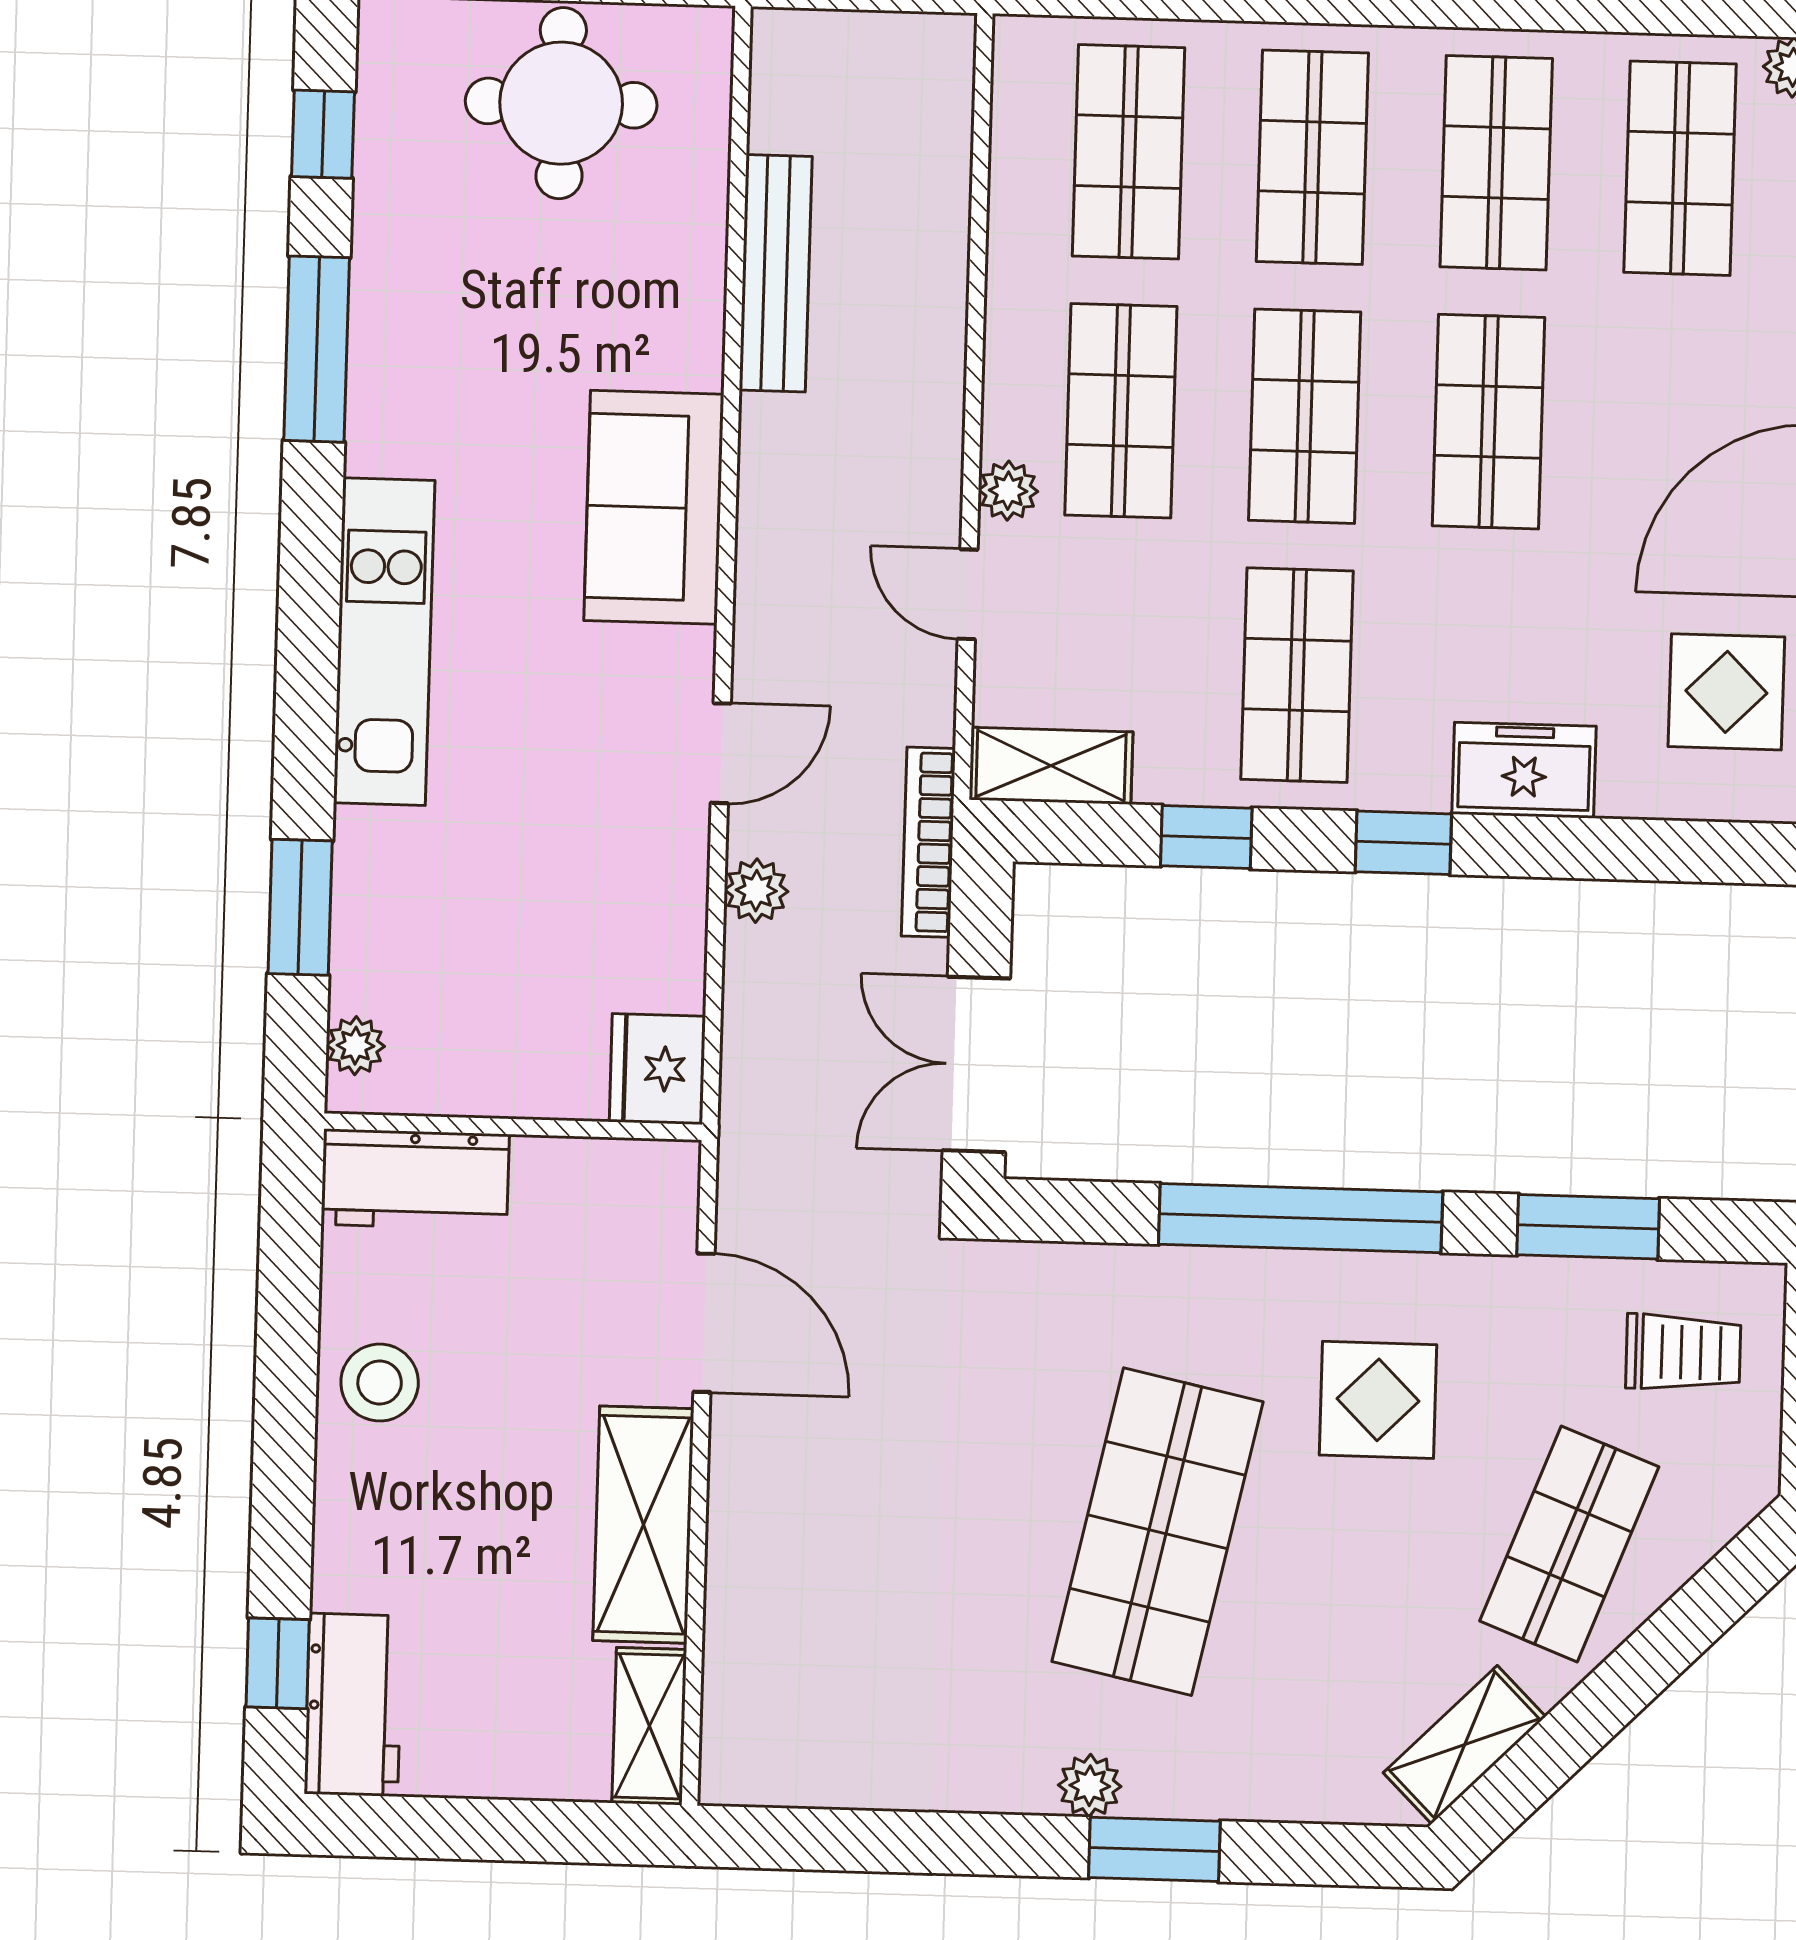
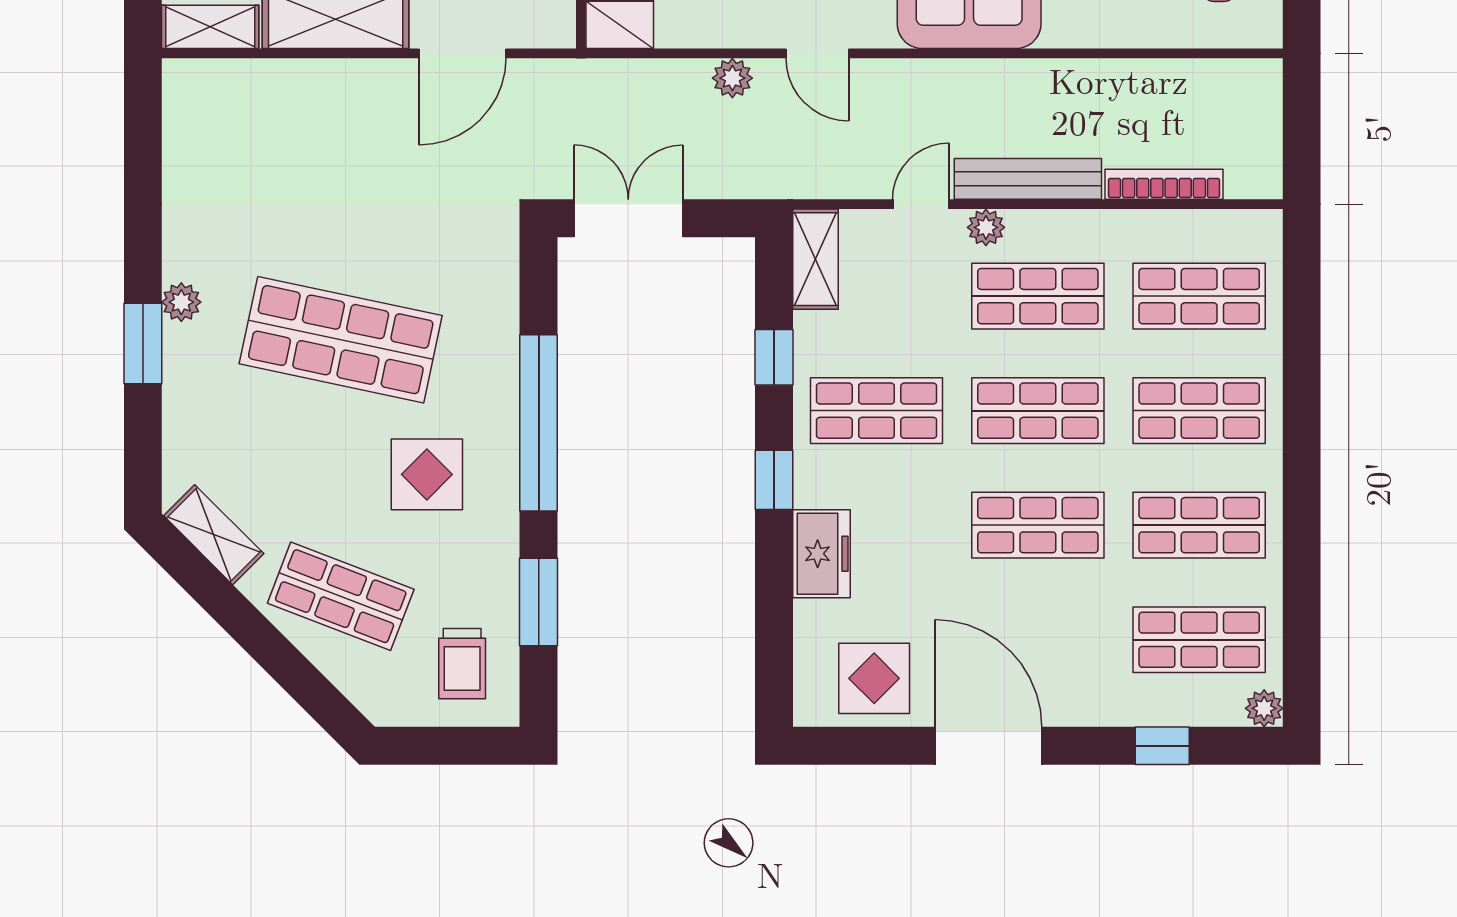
bench: (776, 273) -> (1028, 179), moved
bookcase: (928, 842) -> (1164, 184), moved

